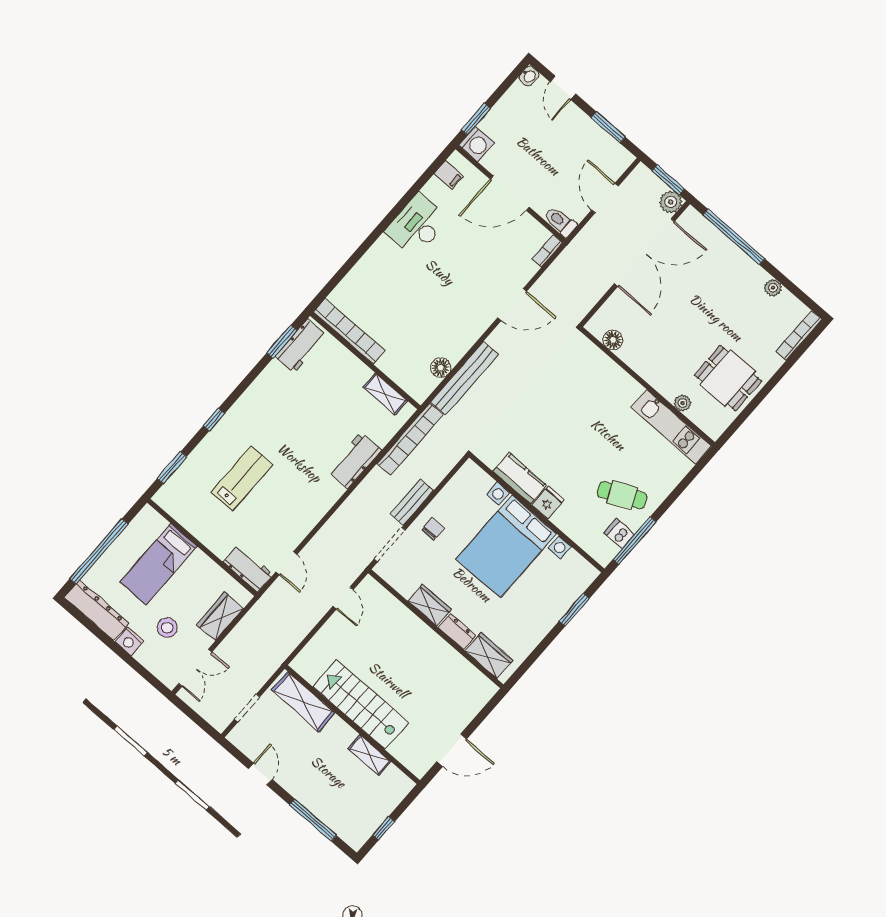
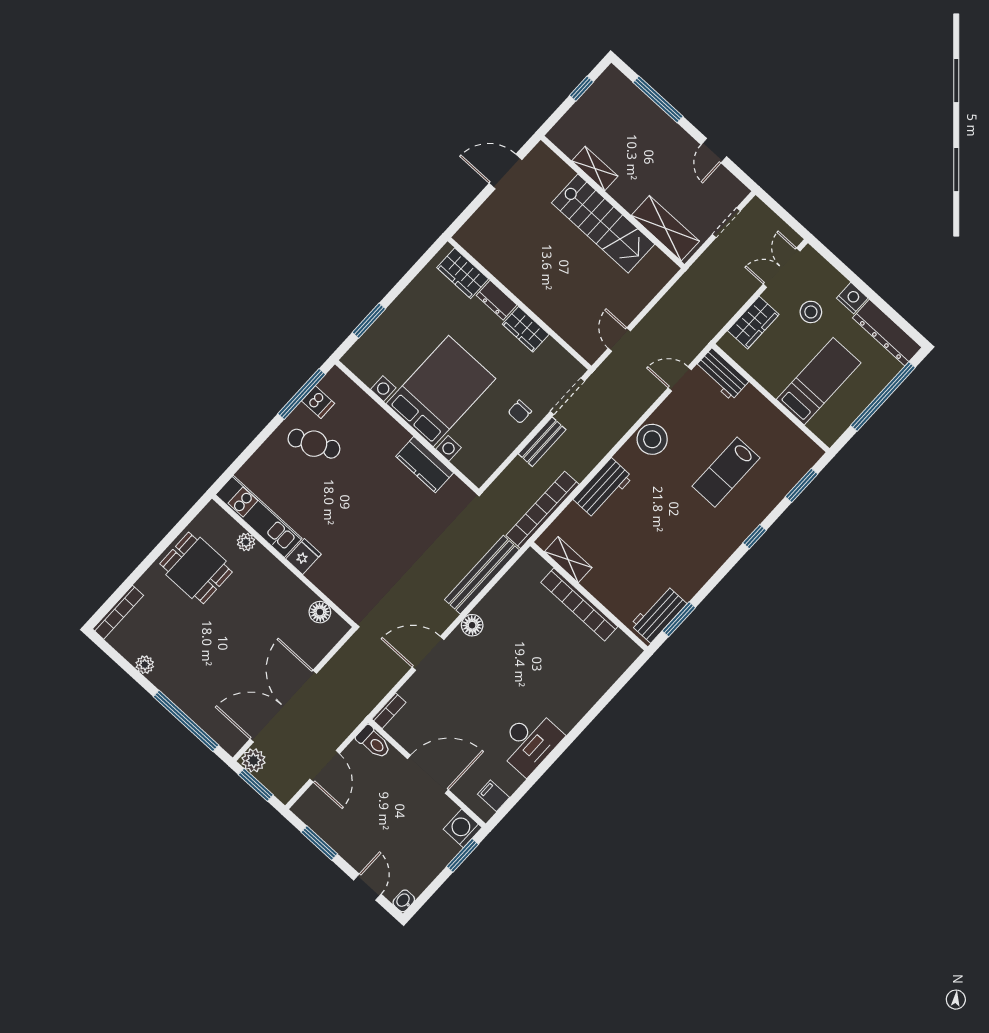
bookcase: (349, 331) -> (579, 604), moved
floor lamp: (441, 368) -> (472, 625), moved
fridge: (548, 503) -> (304, 557), moved, turned 180
stool: (311, 507) -> (652, 439), added
door: (287, 563) -> (680, 379), hinge flipped

